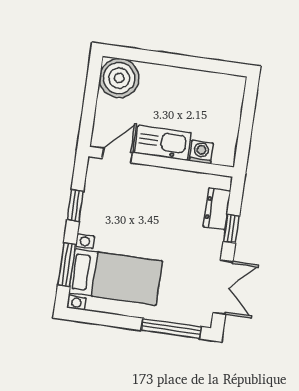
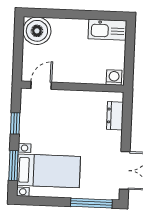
kitchen sink: (163, 143) -> (107, 30), moved, turned 180
washing machine: (201, 152) -> (114, 77), moved
window: (231, 229) -> (126, 129), removed

